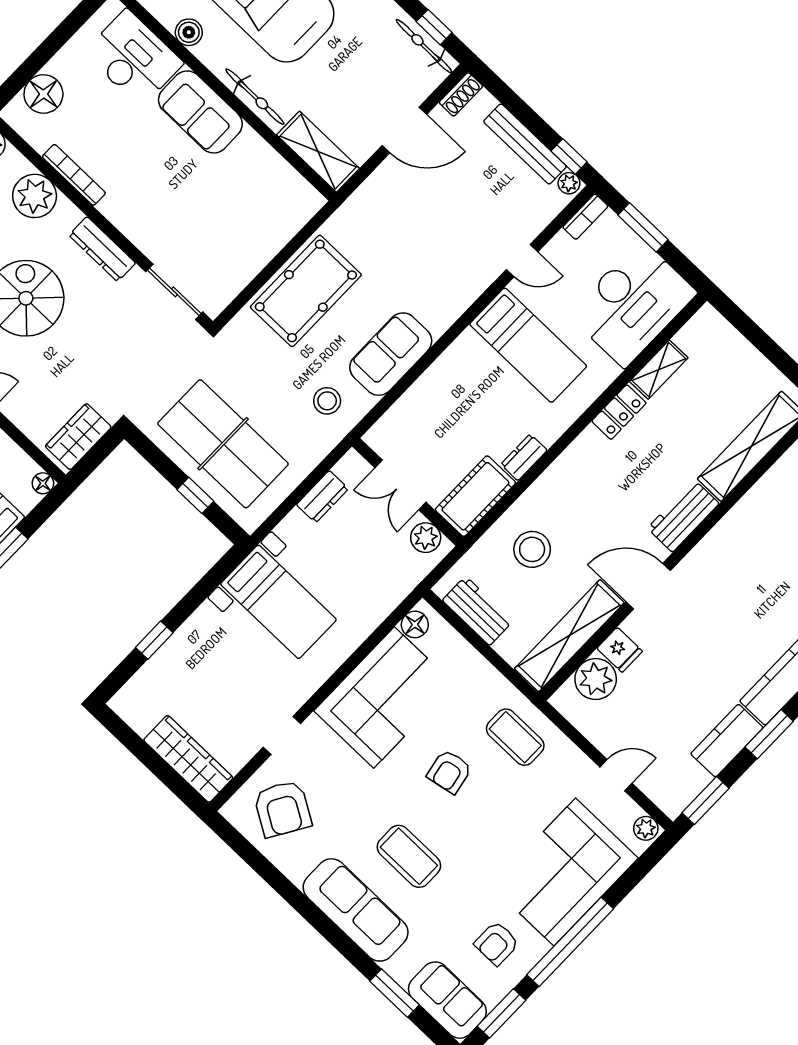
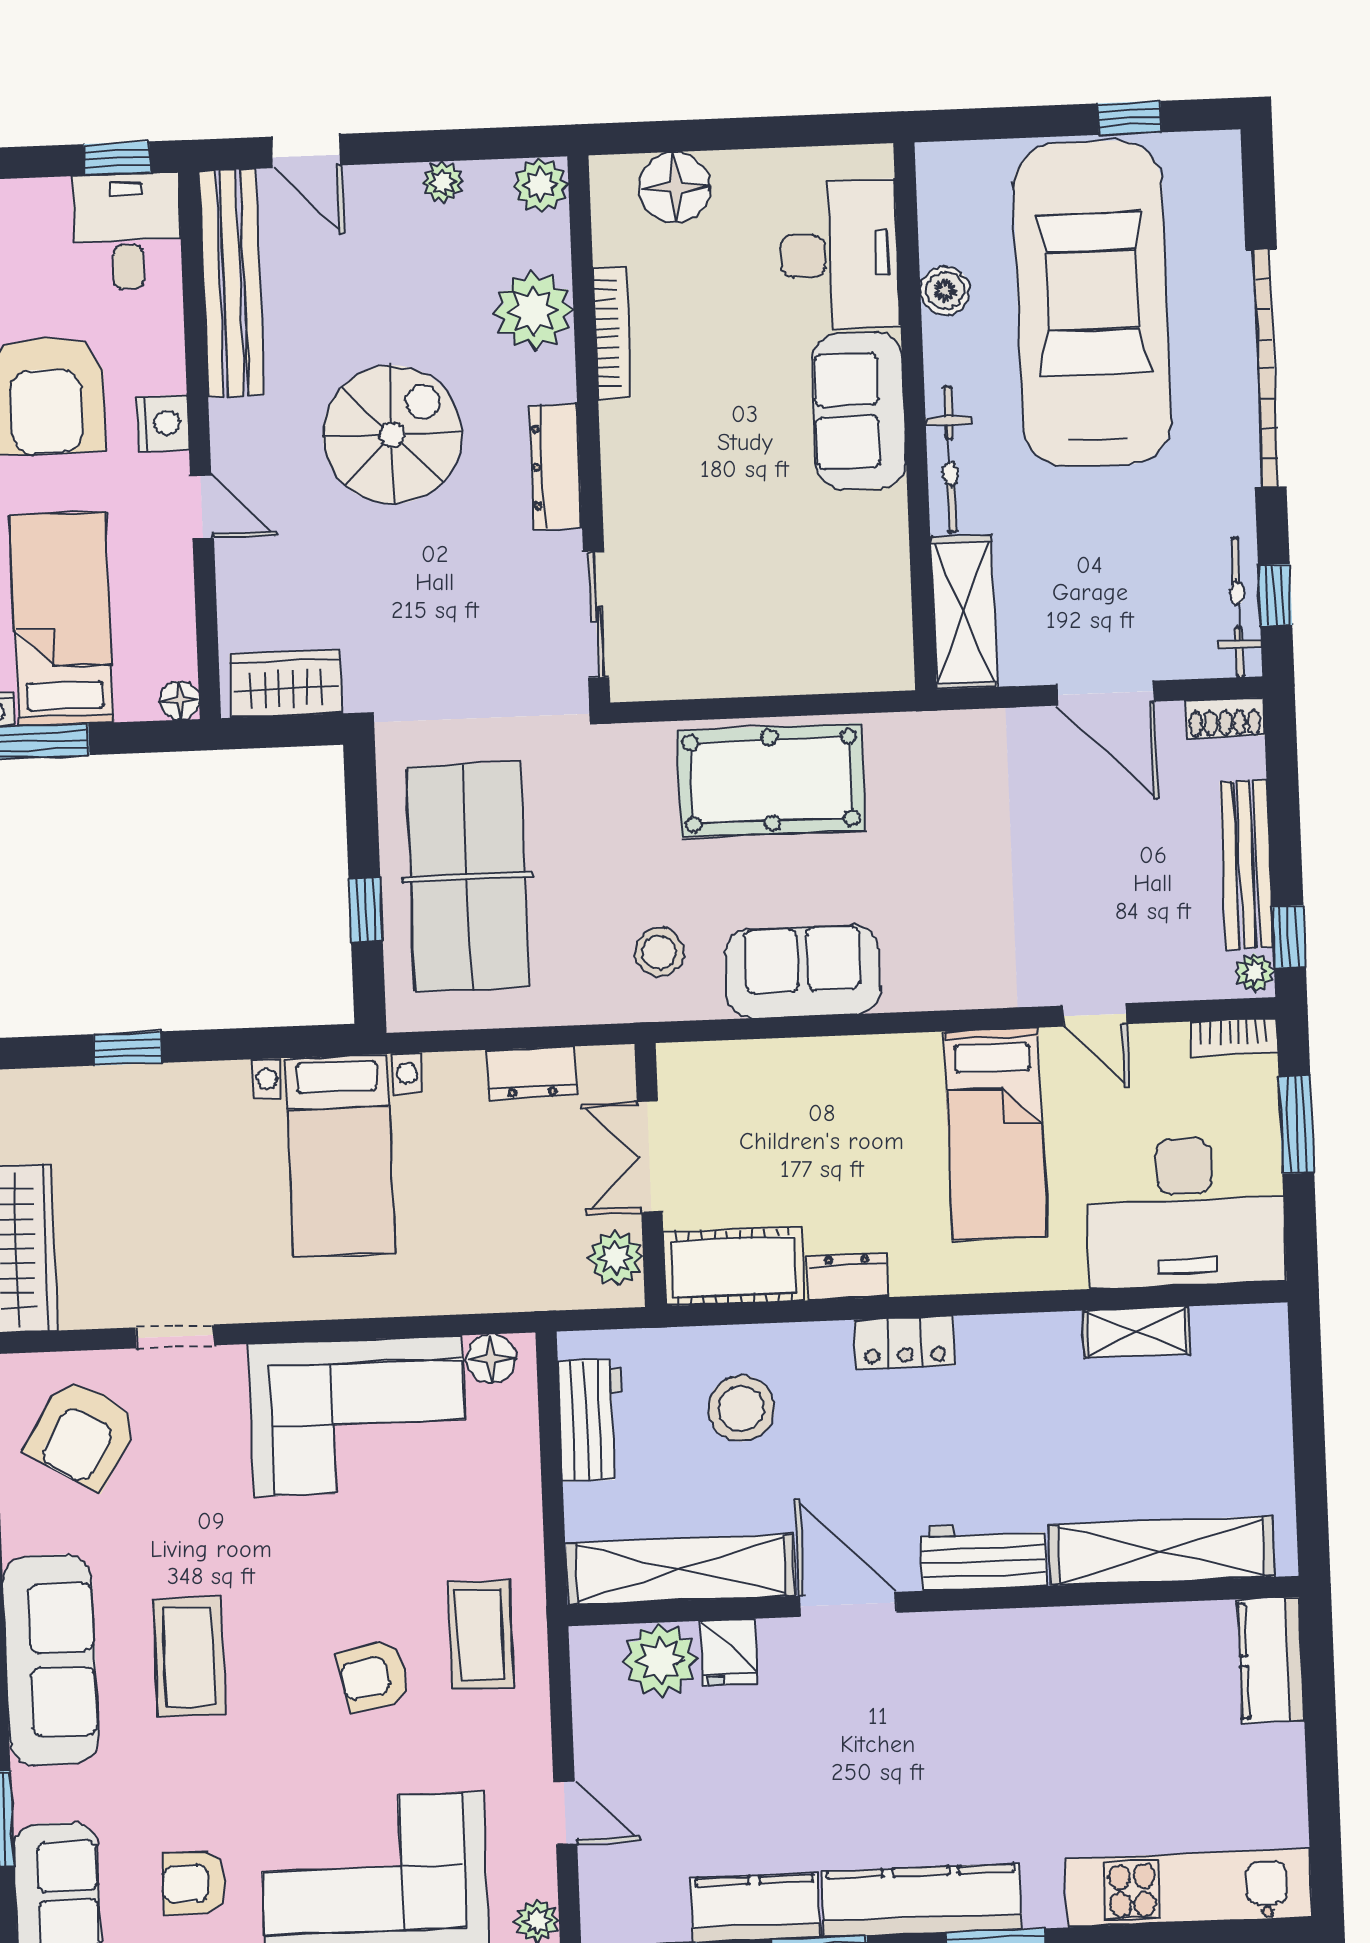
locker: (619, 412) -> (905, 1343), moved
armchair: (449, 772) -> (374, 1676), moved

